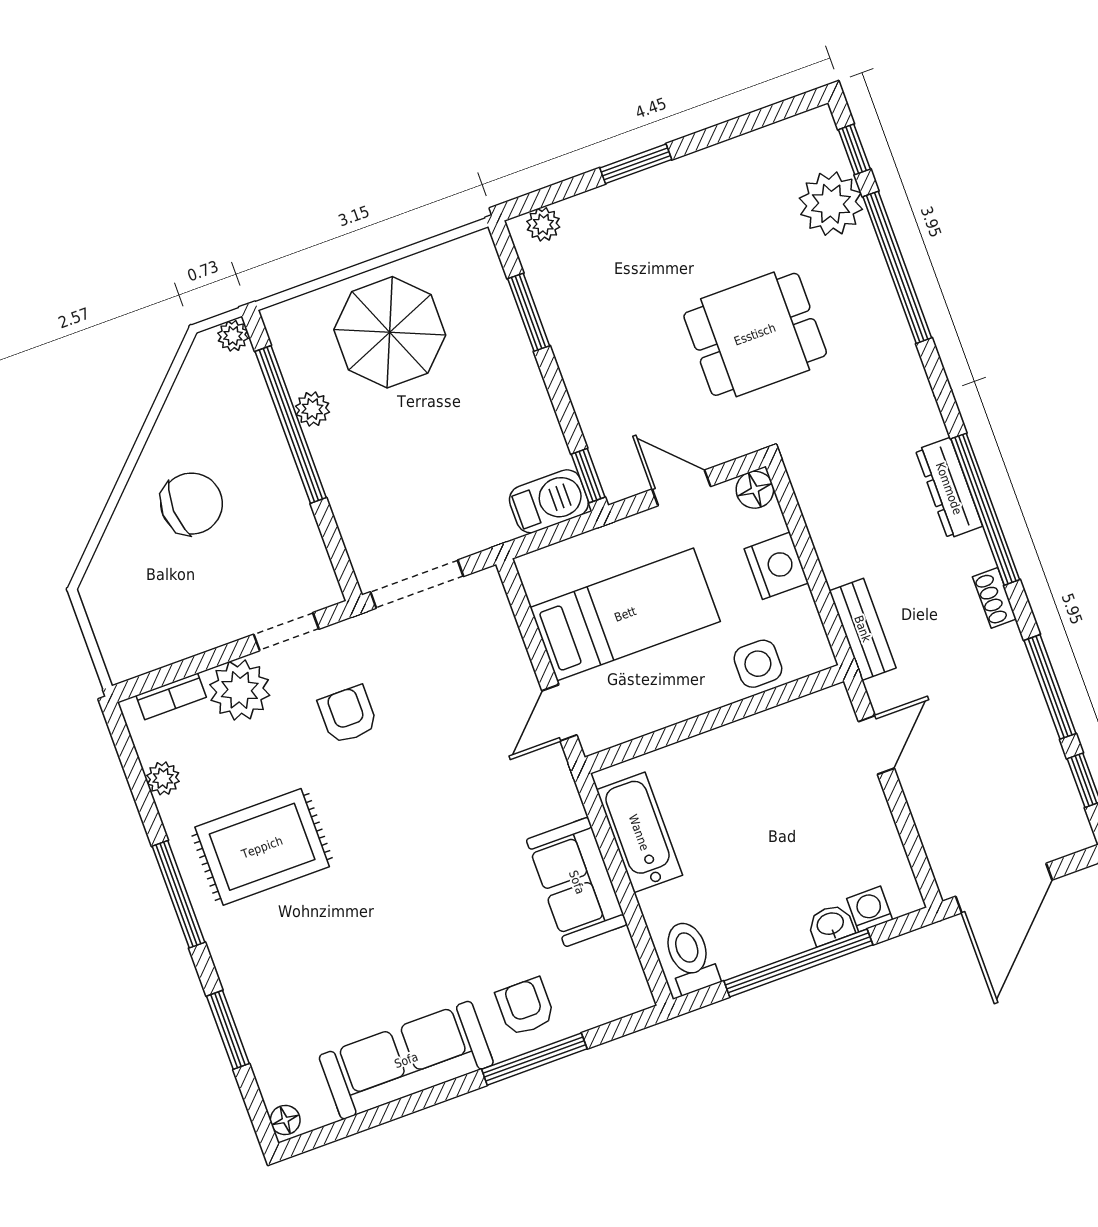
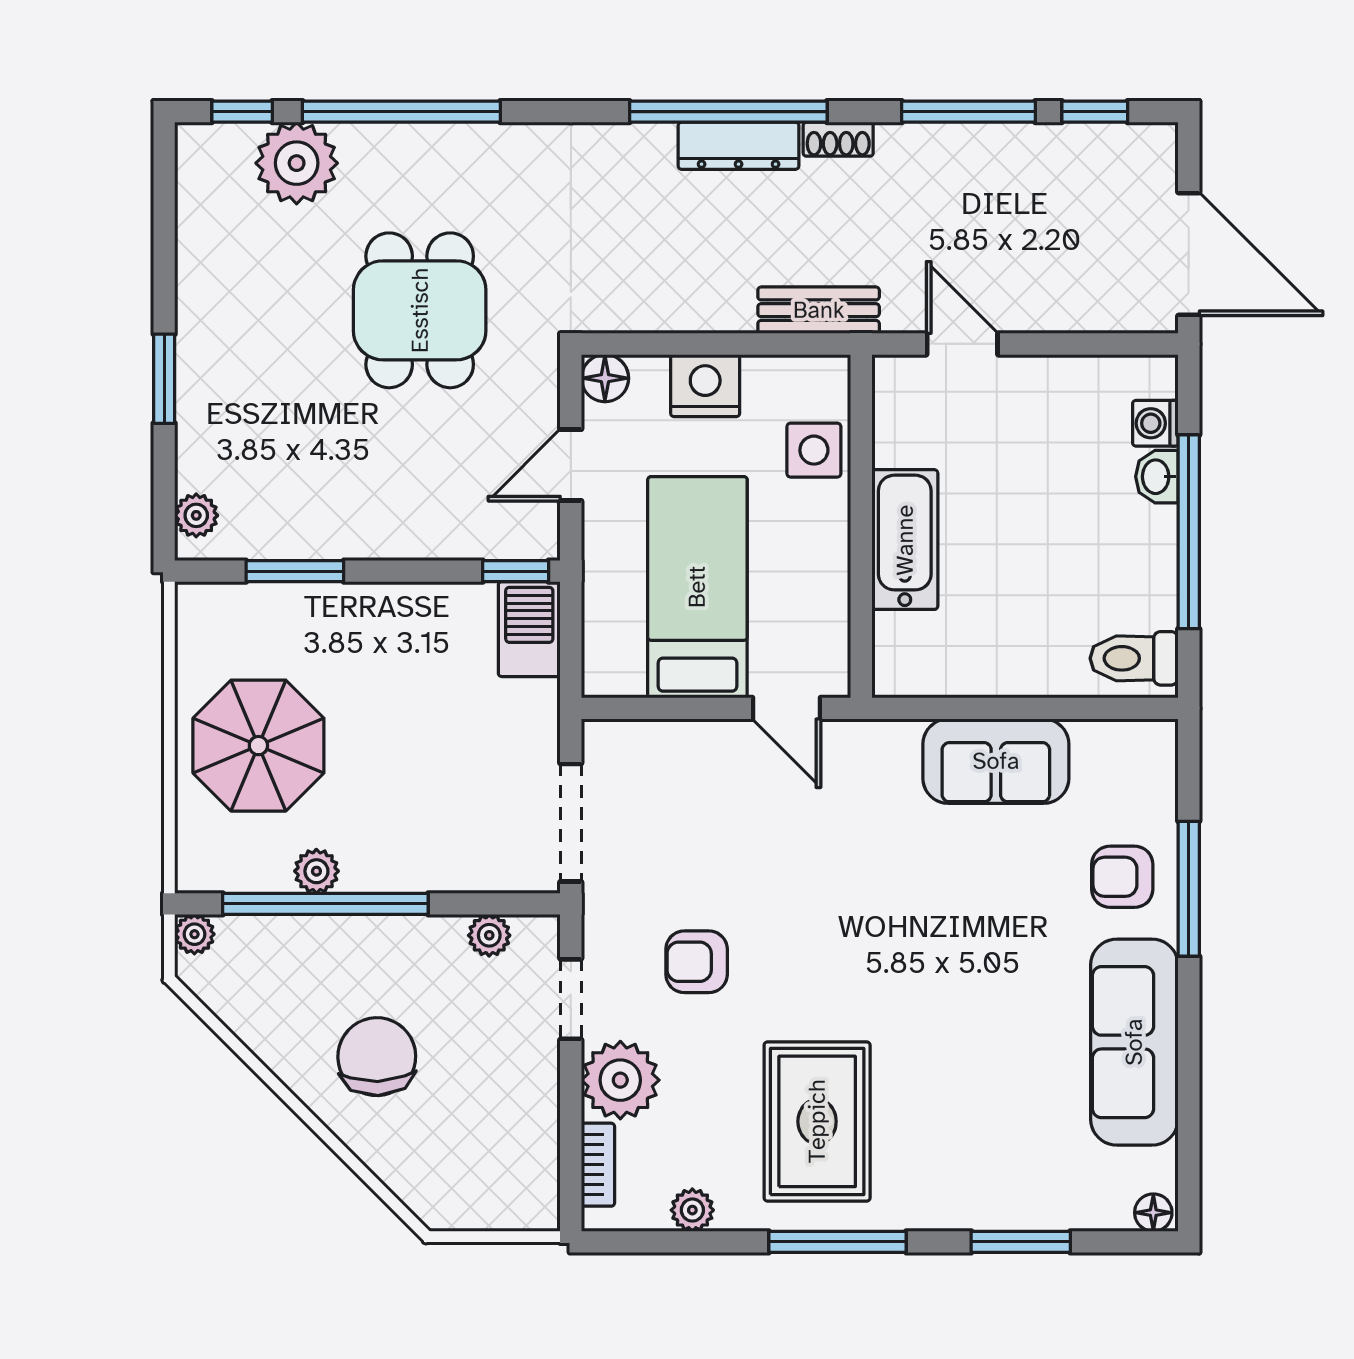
dresser: (949, 488) -> (739, 146), moved
plant: (312, 554) -> (489, 935), added
bathtub: (639, 832) -> (905, 540), moved, turned 90

